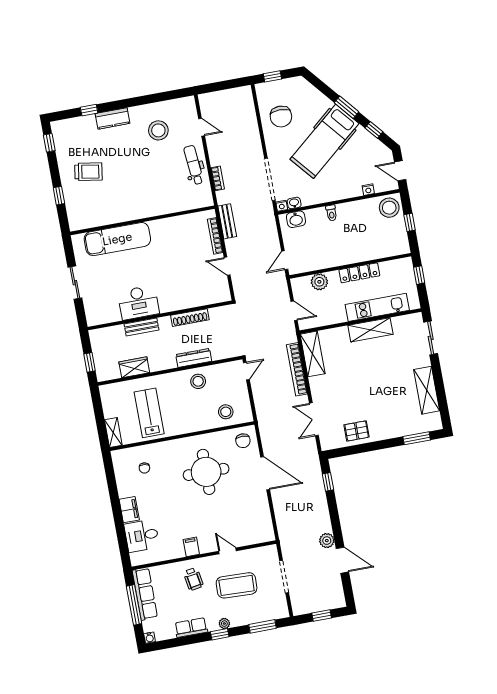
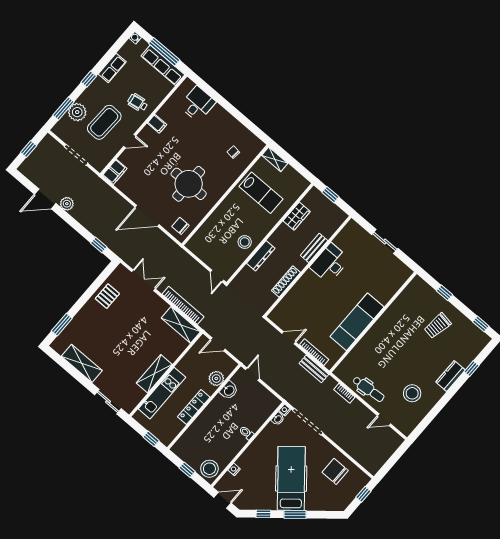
washbasin: (296, 219) -> (229, 390), moved, turned 180
exam couch: (117, 239) -> (357, 322), moved
stool: (226, 412) -> (209, 236), removed
filing cabinet: (129, 510) -> (115, 172), moved, turned -90
plant: (224, 624) -> (77, 112), moved, width x1.87, depth x1.87

